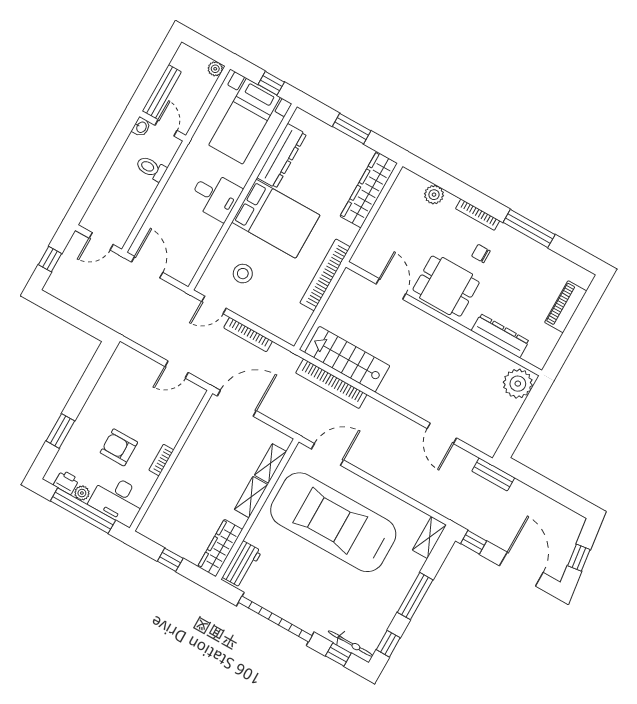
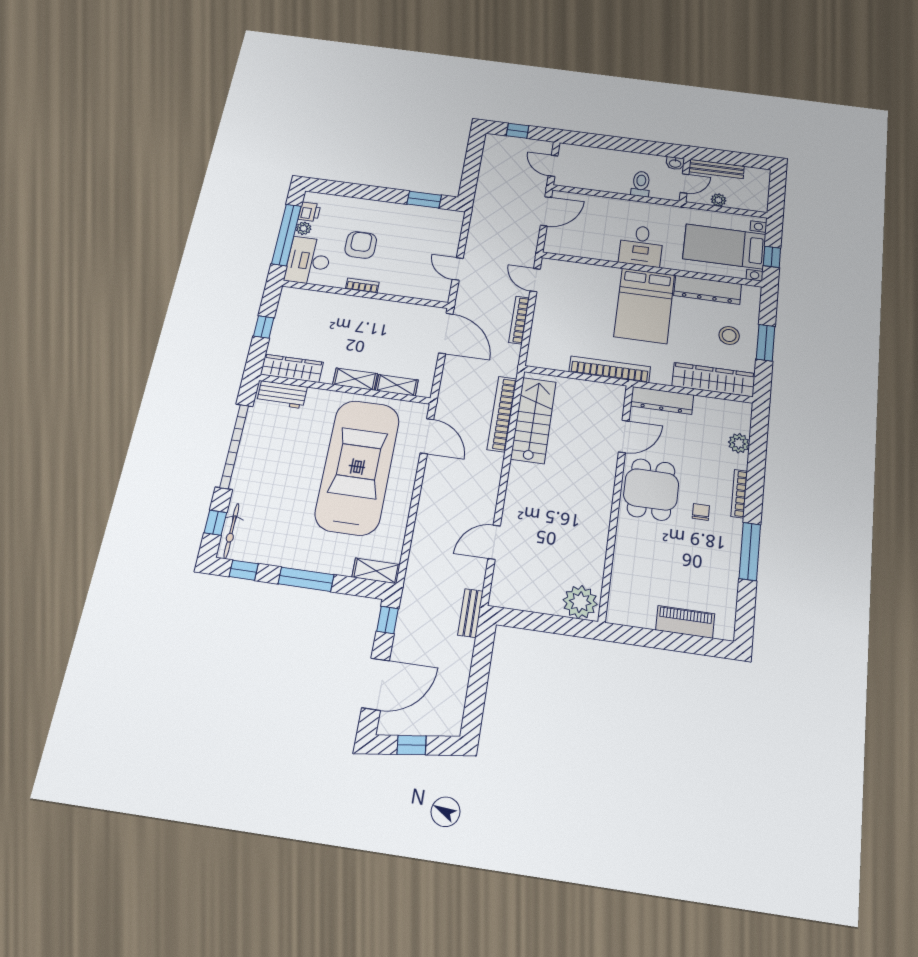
plant: (215, 69) -> (718, 200), moved
stool: (243, 274) -> (729, 335), moved
dresser: (500, 336) -> (662, 400), moved, turned 90
window: (60, 431) -> (424, 200), moved

